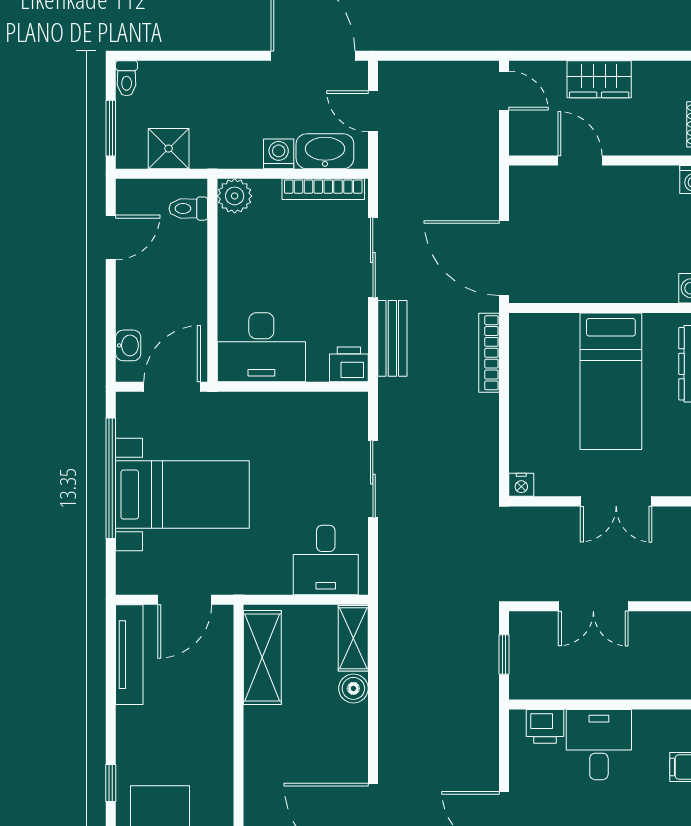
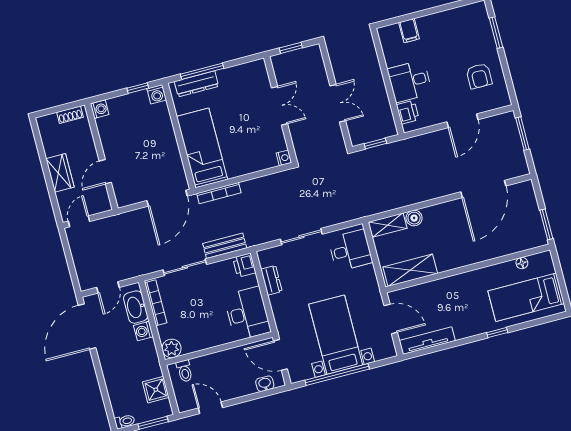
bed: (611, 381) -> (202, 148), moved, turned -90
dresser: (309, 406) -> (271, 280), added

